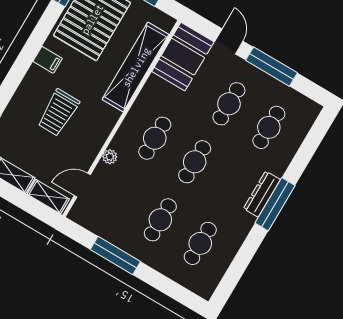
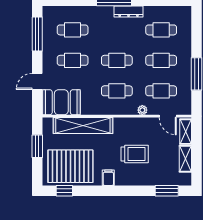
window: (271, 67) -> (37, 34), moved
dresser: (262, 194) -> (129, 11), moved
cafe table: (120, 196) -> (161, 91), added

